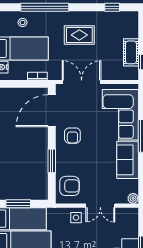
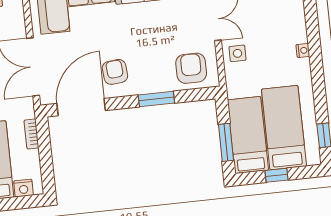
door: (52, 111) -> (81, 107), swing flipped
armchair: (72, 136) -> (115, 72), turned -95

